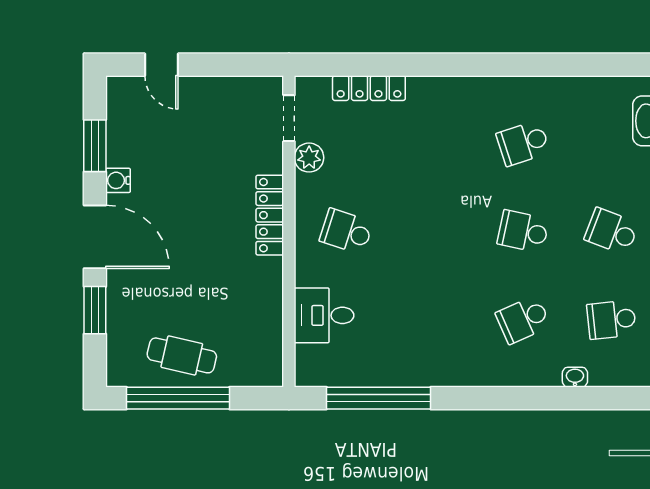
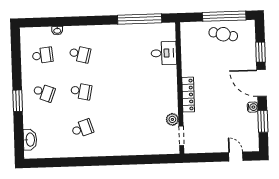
locker: (369, 88) -> (148, 150), removed
school desk: (346, 231) -> (156, 89), removed
school desk: (523, 320) -> (80, 54), turned 39

